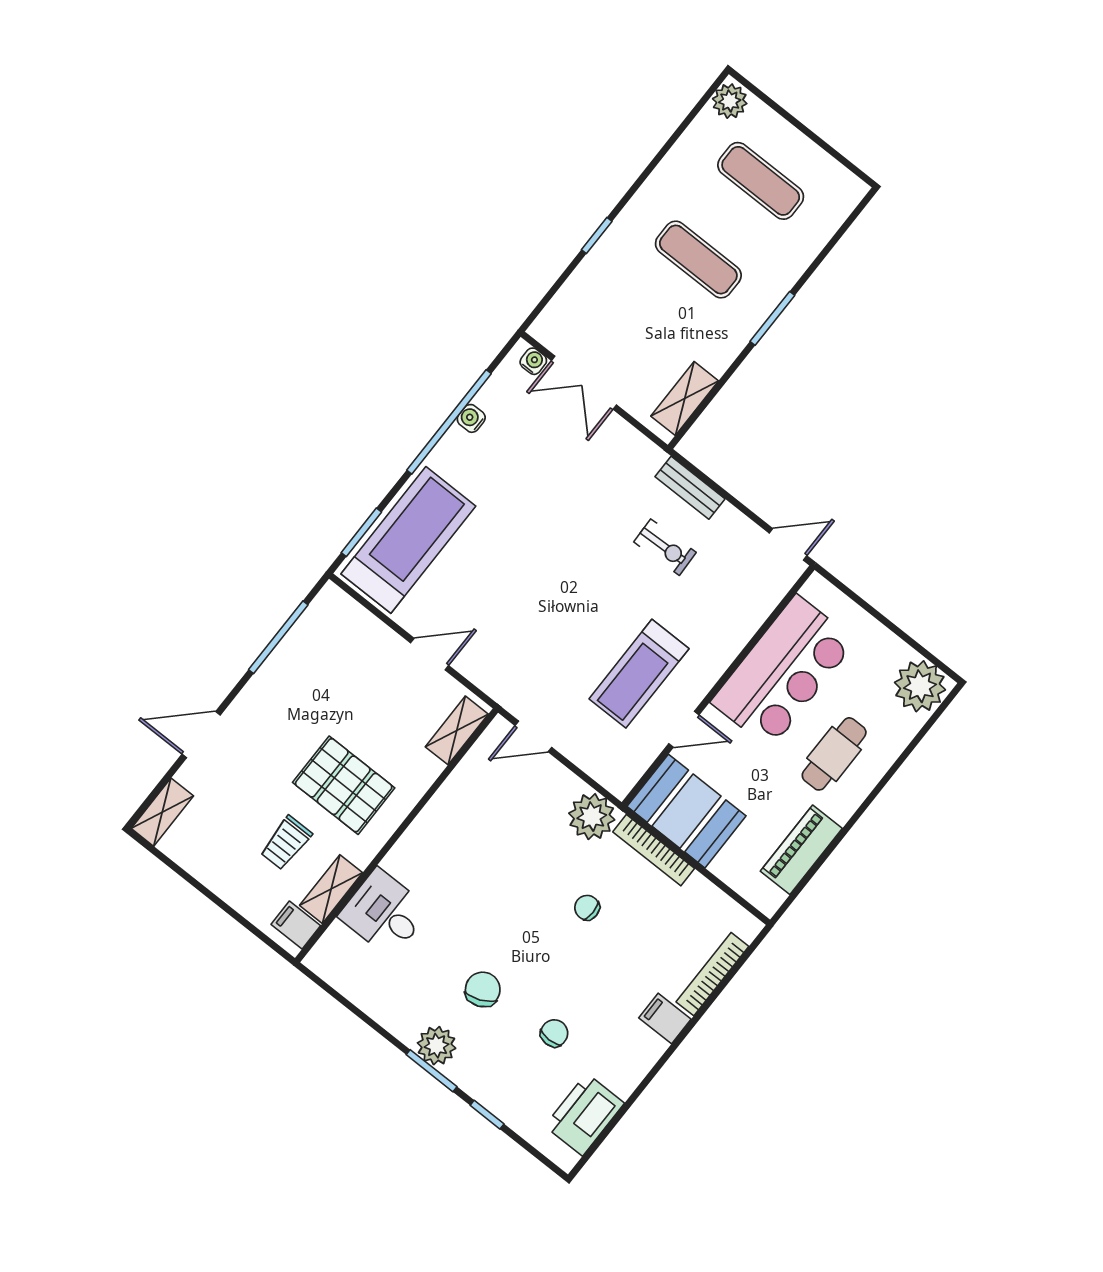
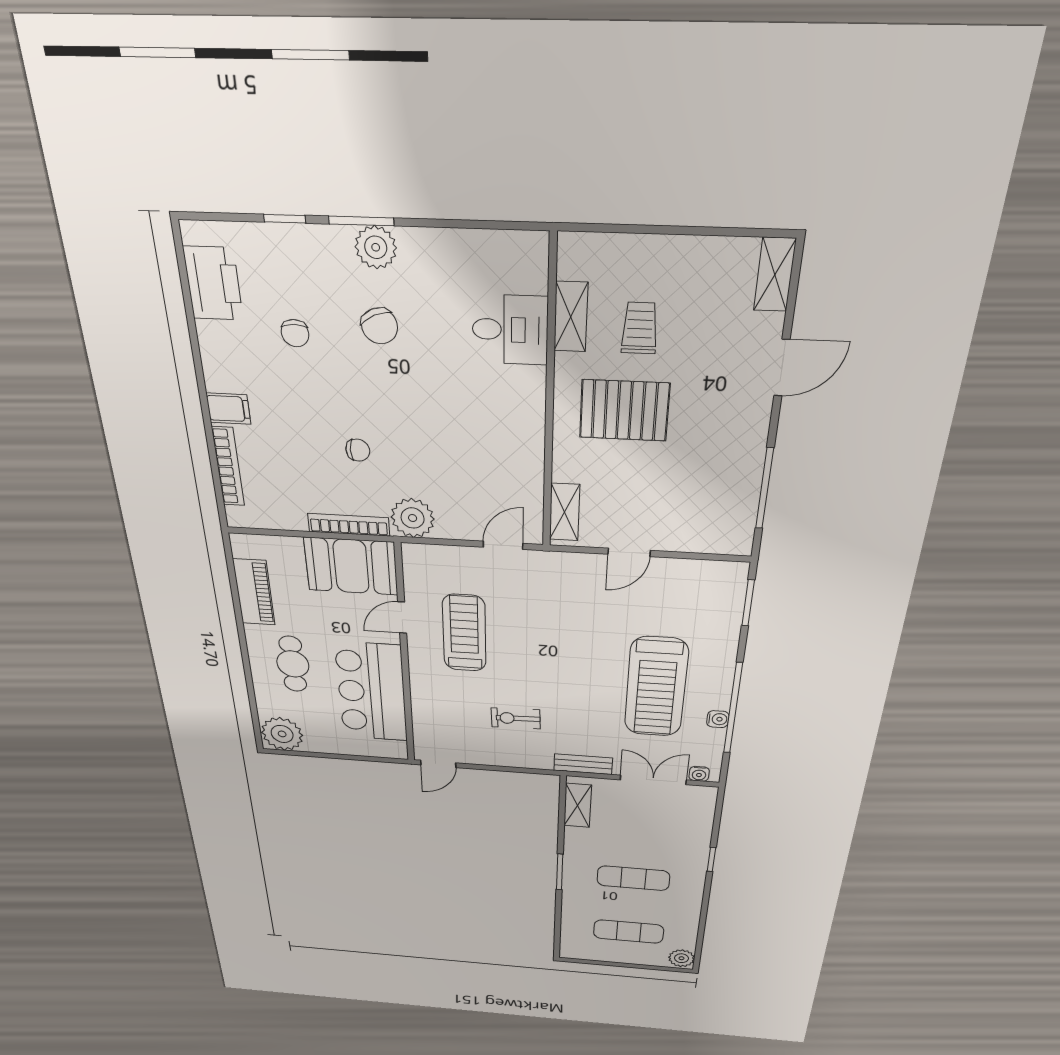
bench: (690, 488) -> (583, 764), moved
treadmill: (408, 540) -> (656, 687), moved
filing cabinet: (296, 925) -> (578, 262), removed

